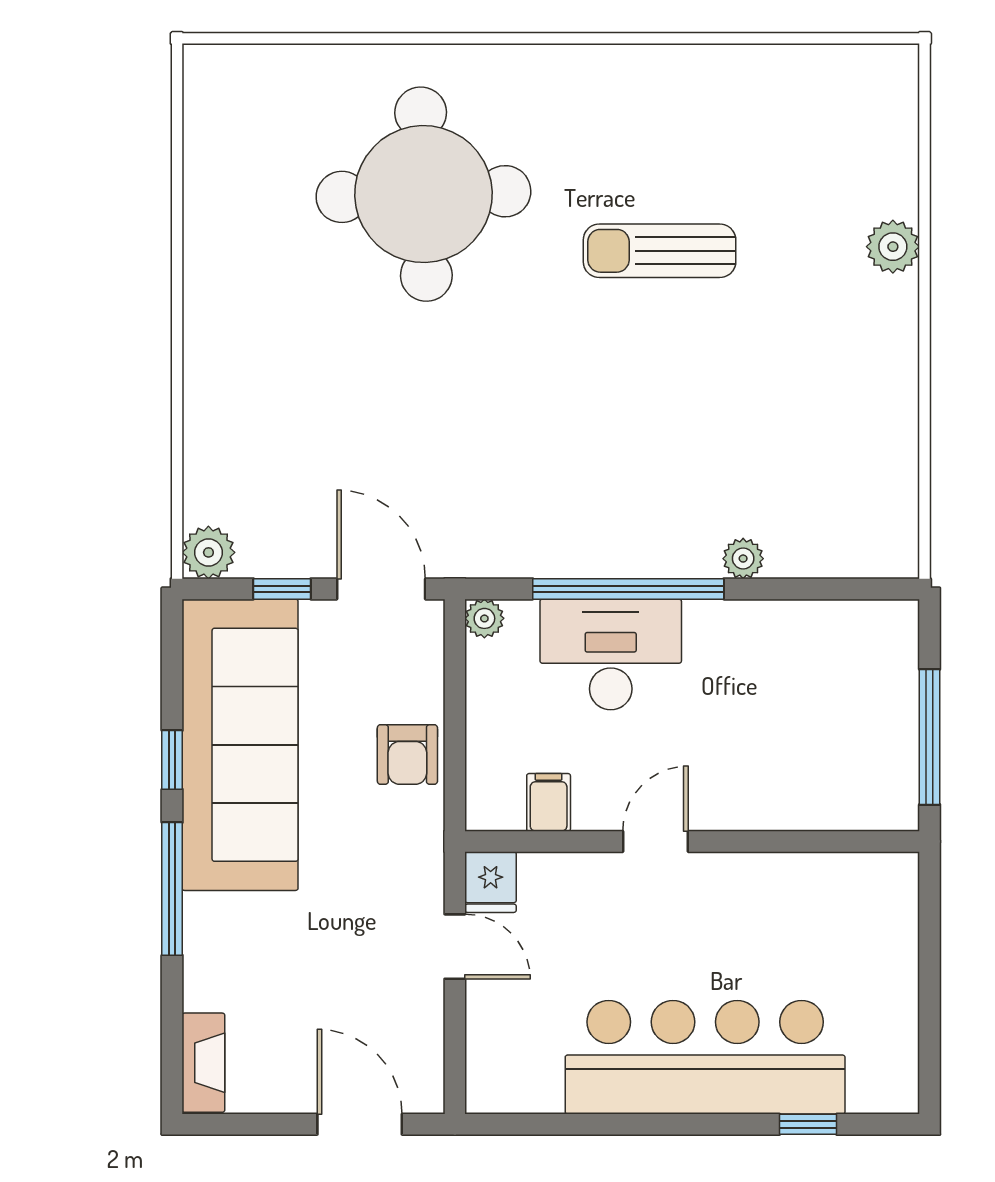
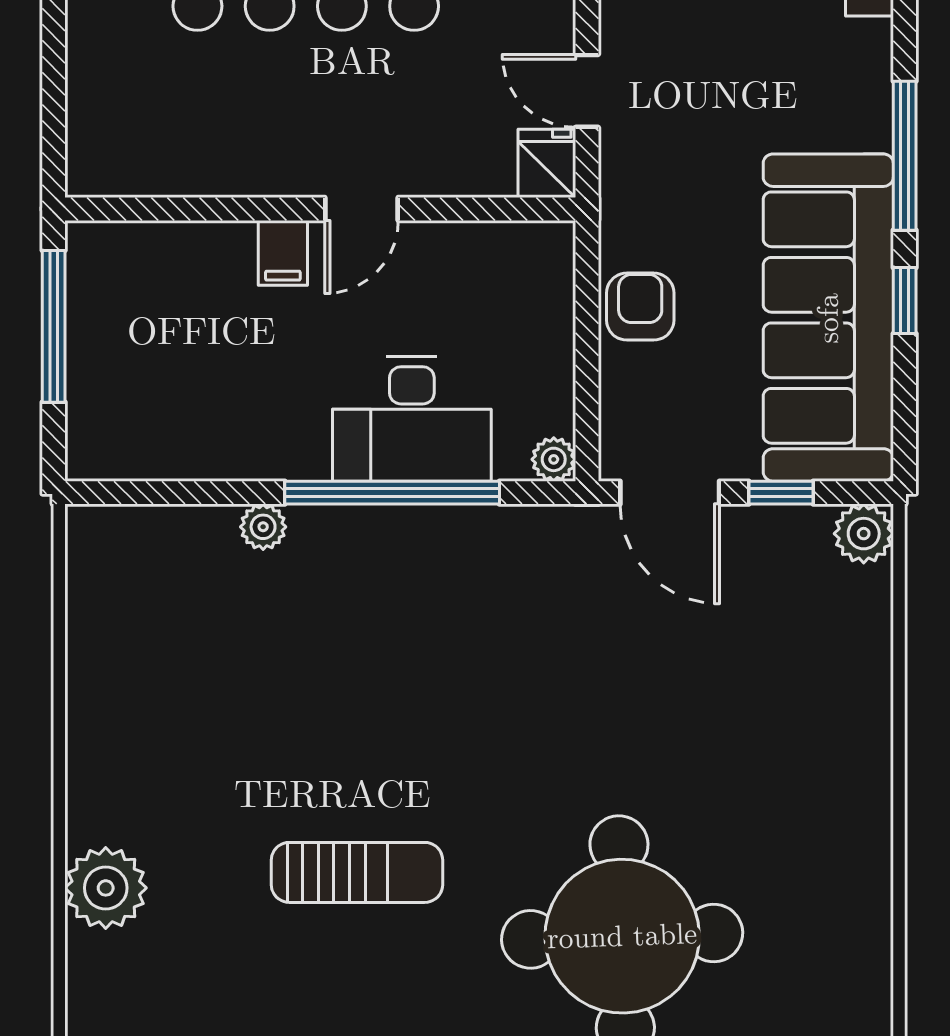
plant: (893, 247) -> (106, 888), width x1.36, depth x1.36
filing cabinet: (549, 802) -> (283, 253), moved

